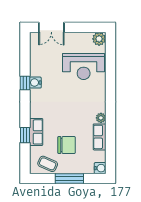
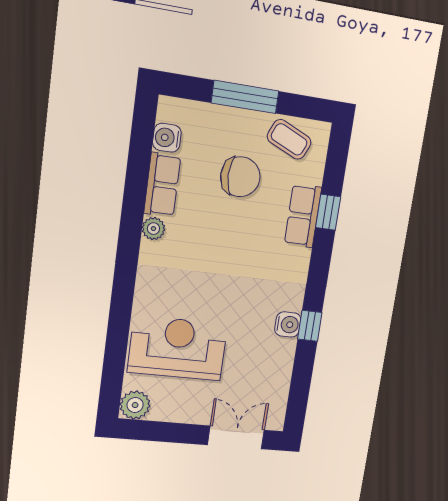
chair: (67, 145) -> (240, 177), turned 180
water cooler: (100, 168) -> (167, 138), moved

